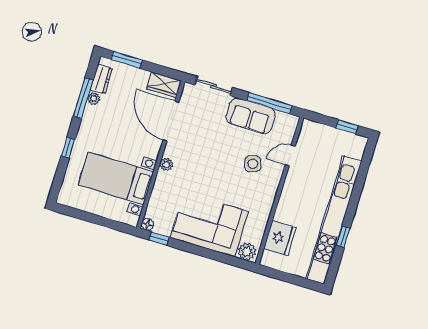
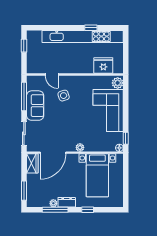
dresser: (101, 79) -> (67, 202), moved

